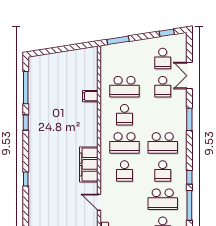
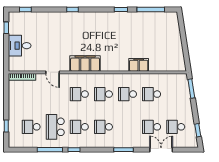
school desk: (124, 87) -> (152, 94), width x0.54
filing cabinet: (90, 96) -> (139, 65), width x2.00
school desk: (124, 143) -> (103, 94), width x0.54
school desk: (163, 143) -> (103, 127), width x0.54
door: (99, 202) -> (53, 72), swing flipped

